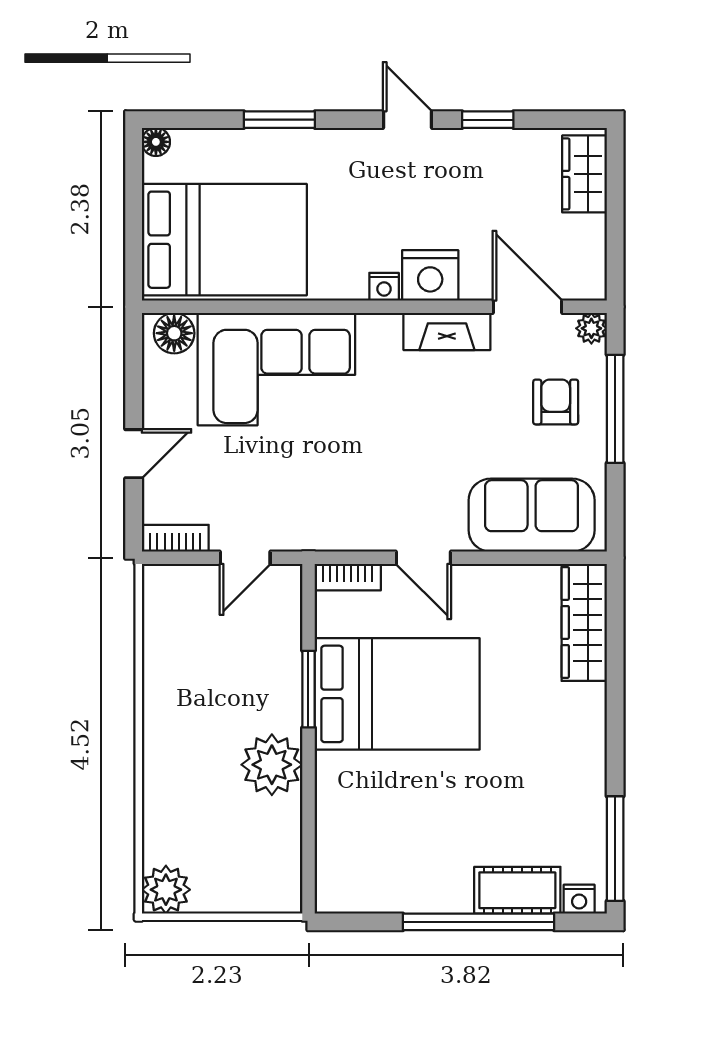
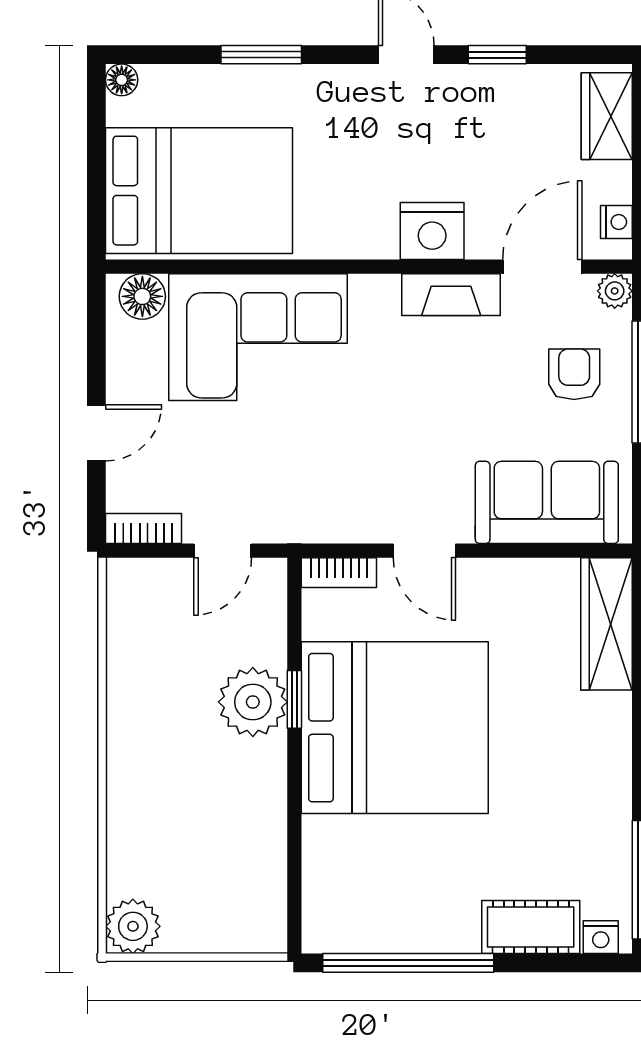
nightstand: (384, 287) -> (616, 222), moved, turned -90
door: (528, 307) -> (542, 267), hinge flipped
window: (308, 689) -> (294, 699), width x0.67
bed: (397, 694) -> (395, 728), width x1.36
plant: (272, 765) -> (253, 702), moved
window: (478, 922) -> (408, 963), moved

